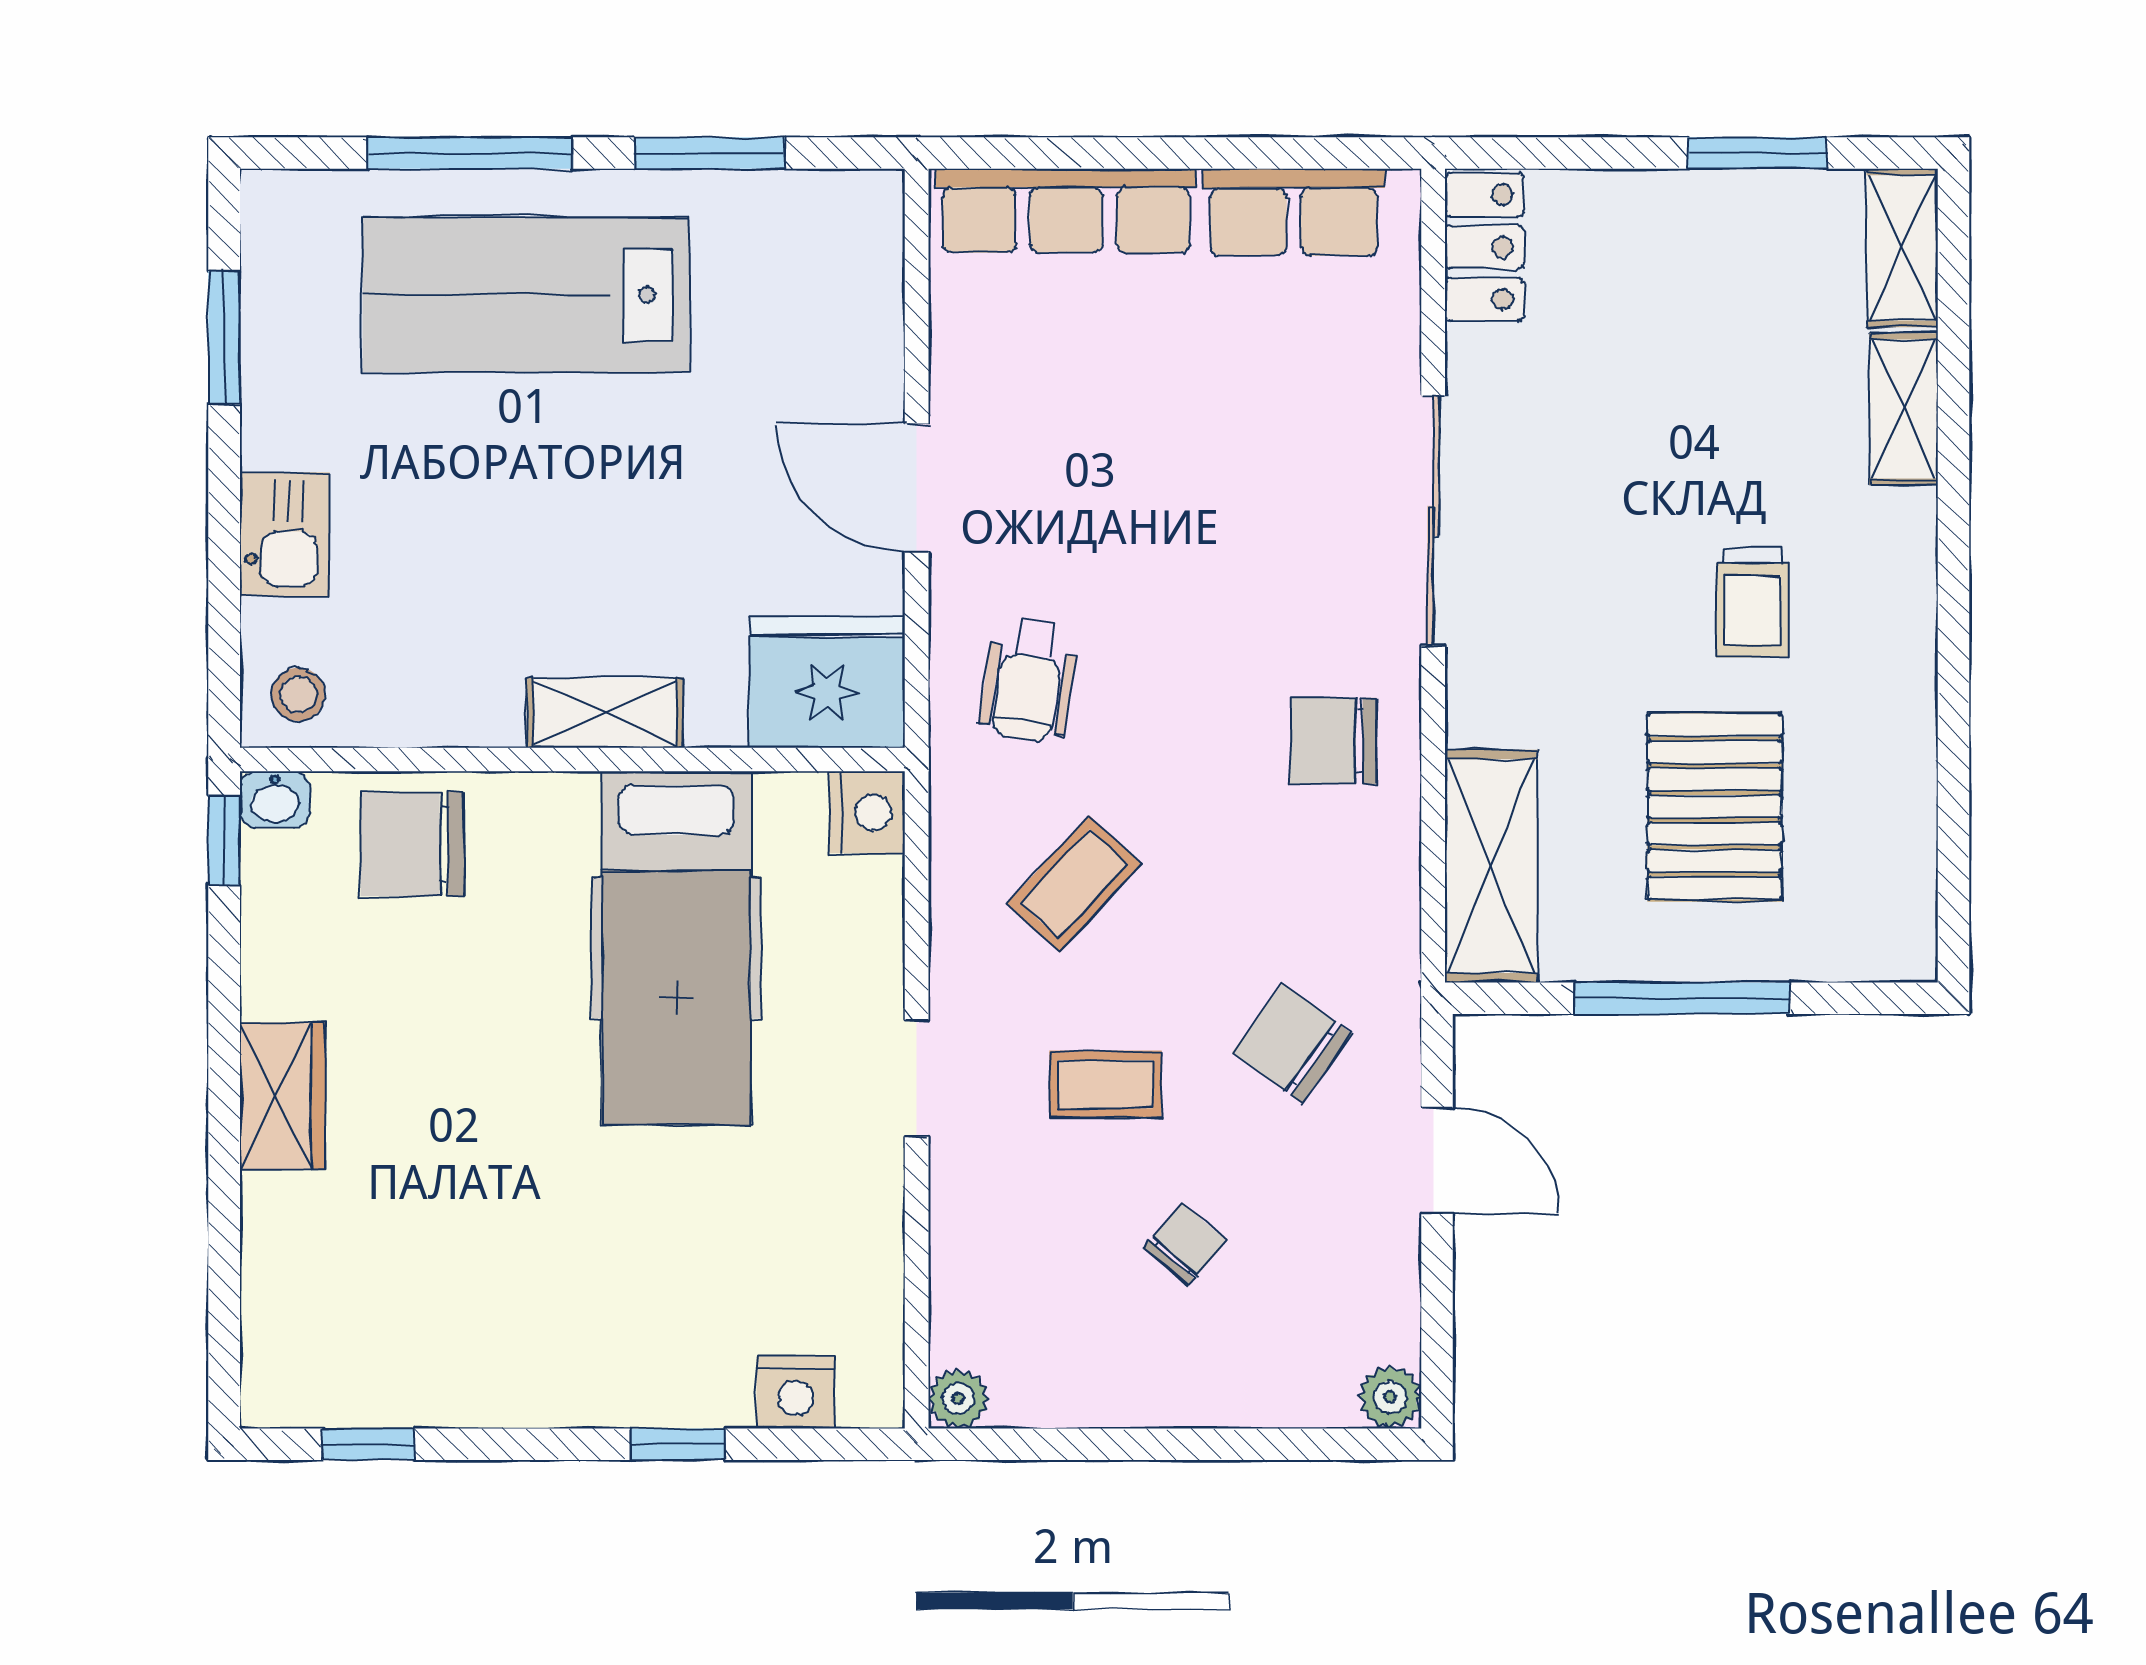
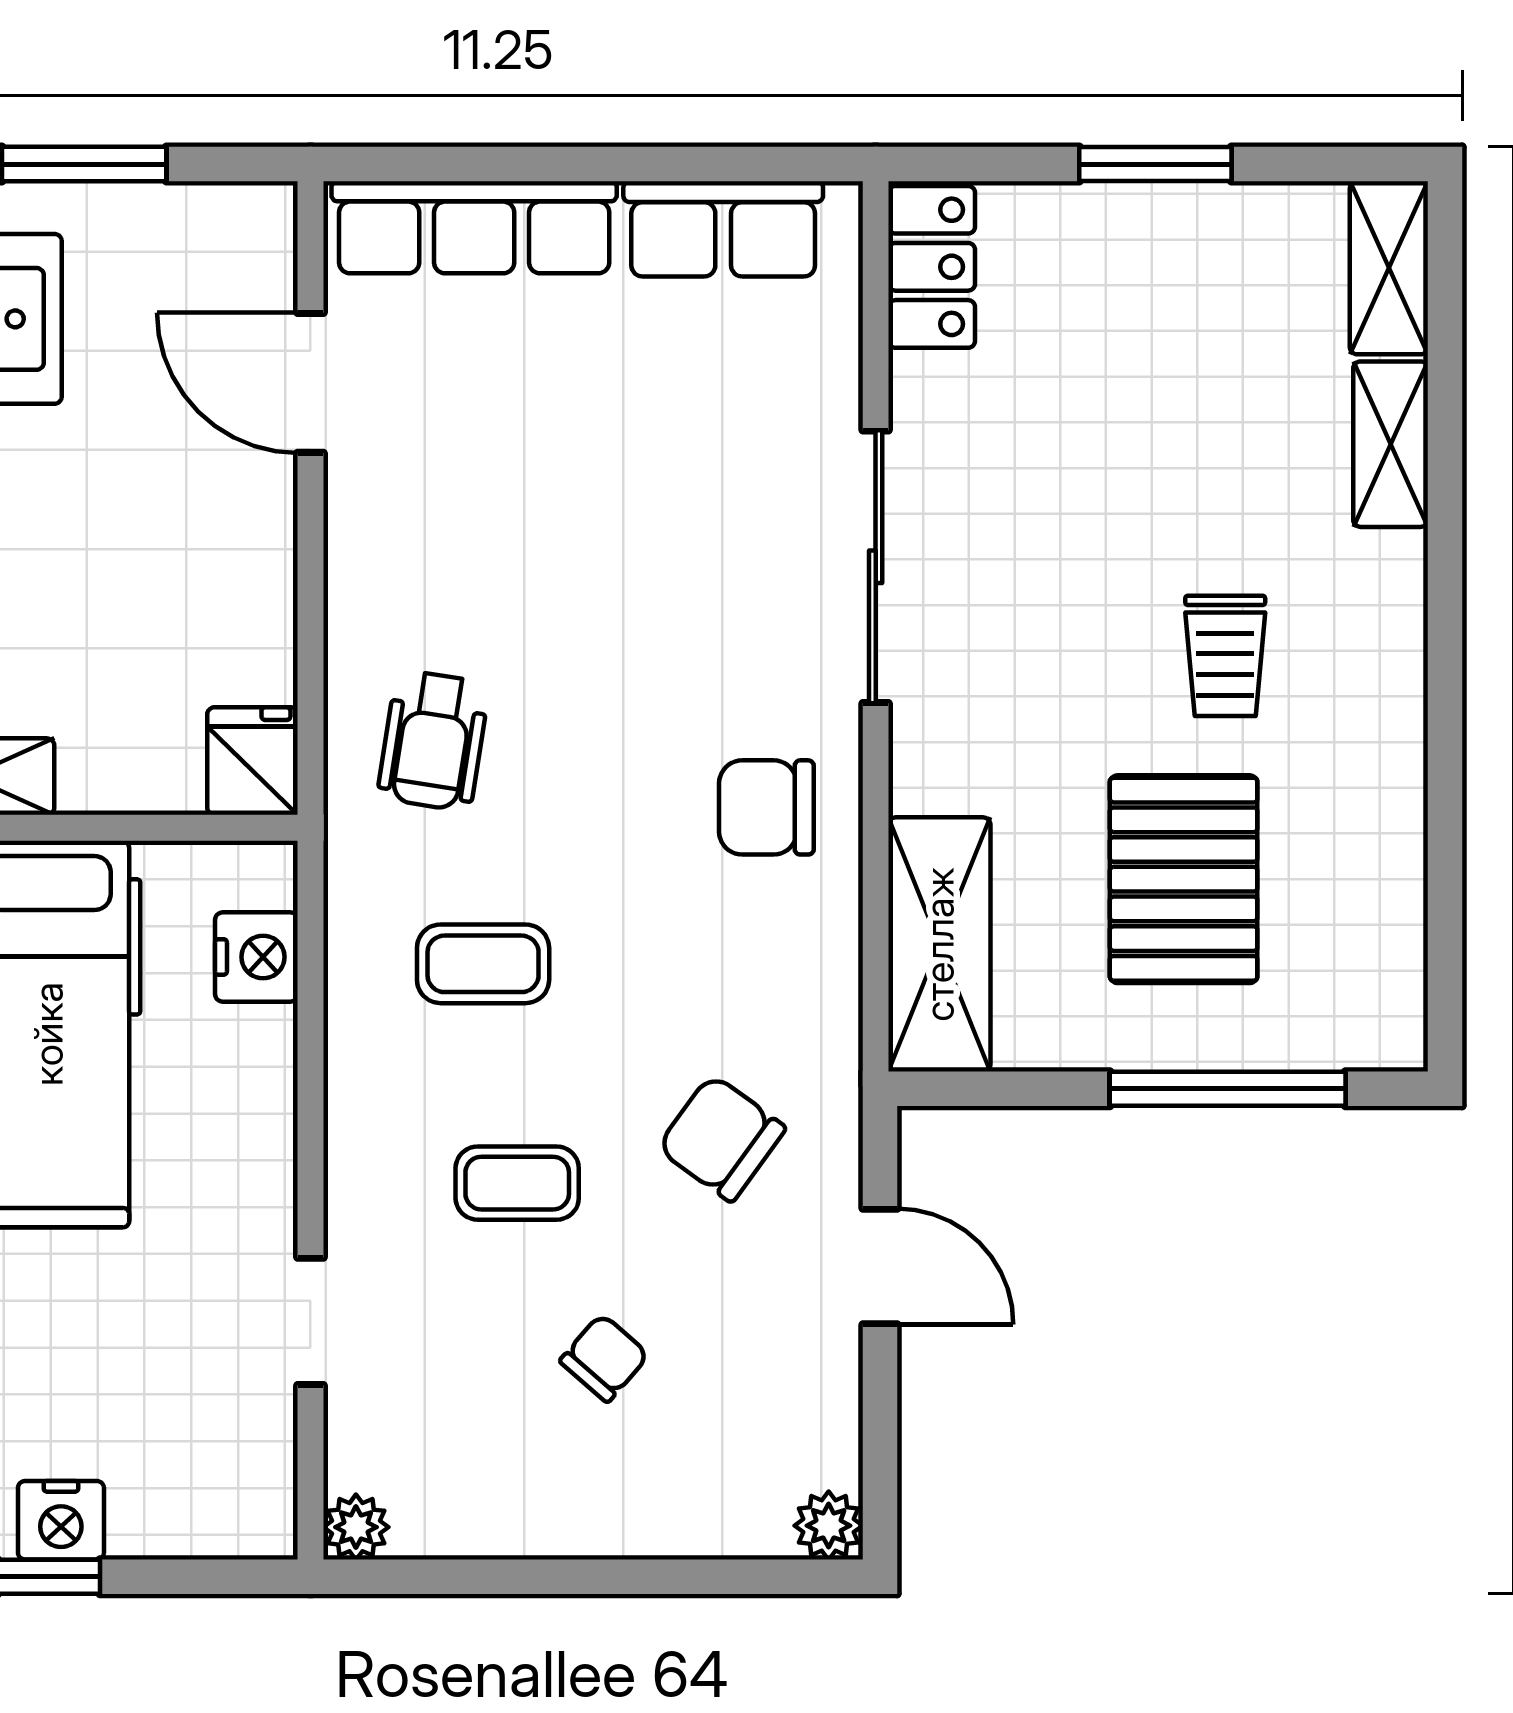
window: (1757, 153) -> (1155, 164), moved
door: (917, 488) -> (310, 383), moved
fridge: (827, 682) -> (252, 761), width x0.53, depth x0.75
nightstand: (867, 812) -> (256, 957), moved
coffee table: (1074, 884) -> (483, 964), turned 47
window: (1682, 998) -> (1228, 1089), moved
doorway: (917, 1078) -> (310, 1321), moved
nightstand: (796, 1392) -> (61, 1520), moved

